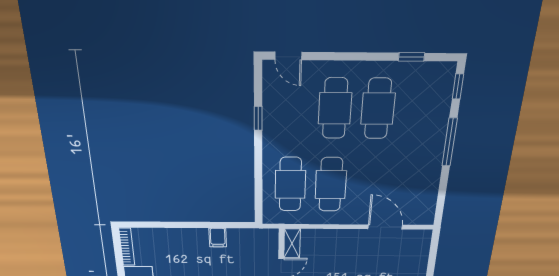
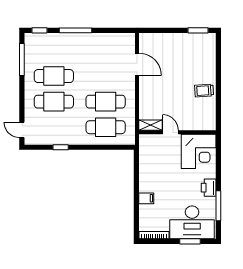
door: (288, 56) -> (22, 130), swing flipped
window: (411, 57) -> (22, 60), width x2.17
door: (385, 227) -> (137, 64), swing flipped
filing cabinet: (218, 238) -> (146, 198), moved

